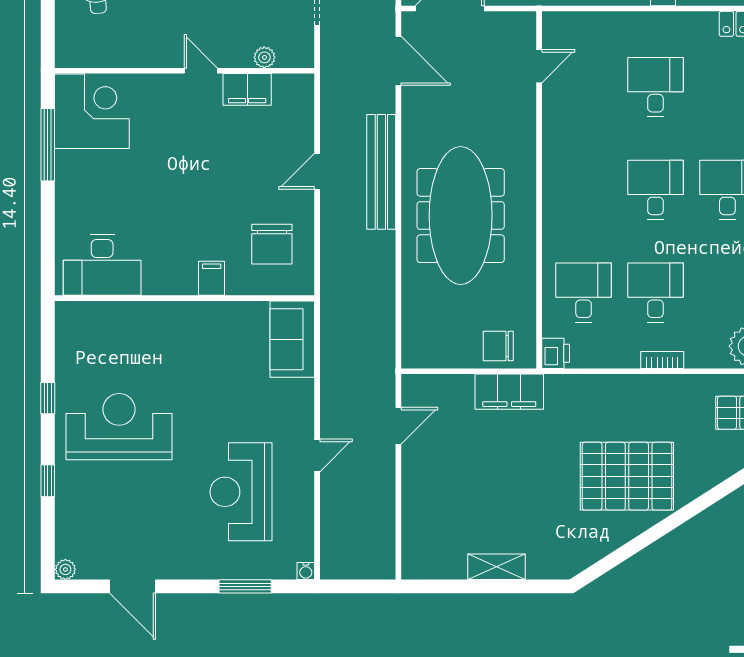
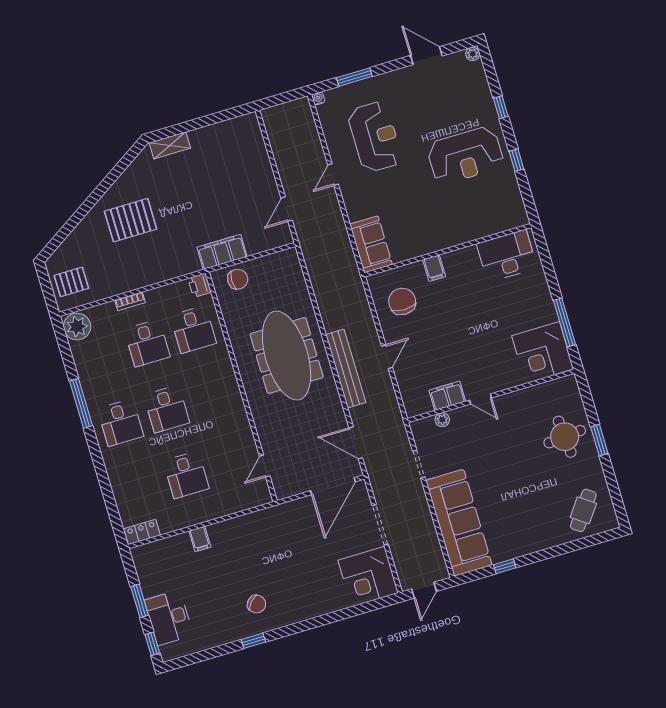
pallet: (627, 476) -> (131, 220), width x0.73, depth x0.71
shelving: (496, 567) -> (170, 145), moved

